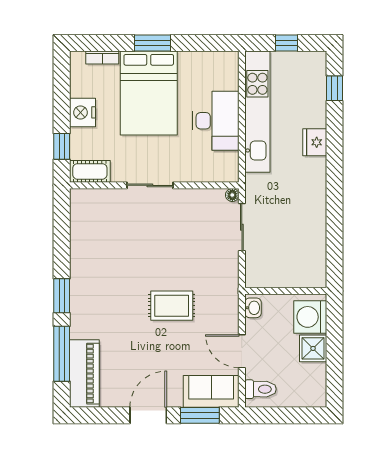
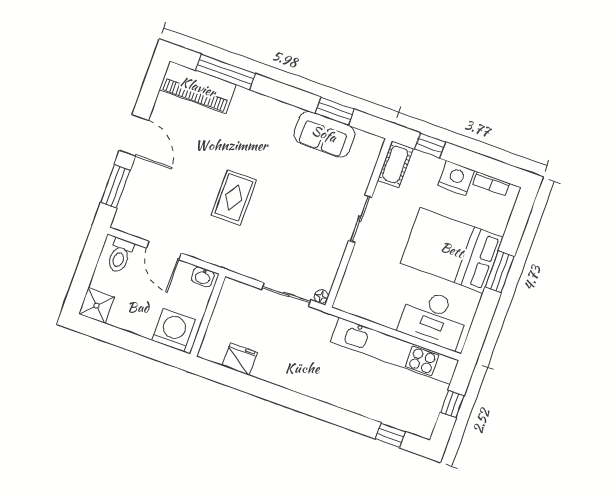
bookcase: (102, 58) -> (491, 184), moved, turned -90
desk: (216, 121) -> (434, 318), moved
fridge: (315, 142) -> (240, 359), moved
window: (62, 296) -> (335, 111), moved
shower: (313, 348) -> (97, 306), moved
door: (242, 351) -> (164, 251), swing flipped
sofa: (211, 391) -> (324, 134), moved, turned 90

